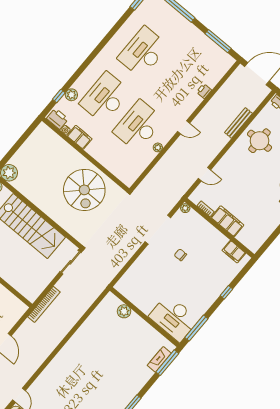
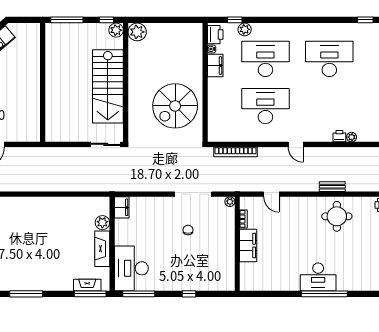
bench: (238, 123) -> (332, 187), width x0.73
plant: (158, 147) -> (352, 137), moved
filing cabinet: (234, 252) -> (122, 207), moved, turned 180
bookcase: (44, 304) -> (235, 152), moved
fireplace: (142, 327) -> (102, 249), added

